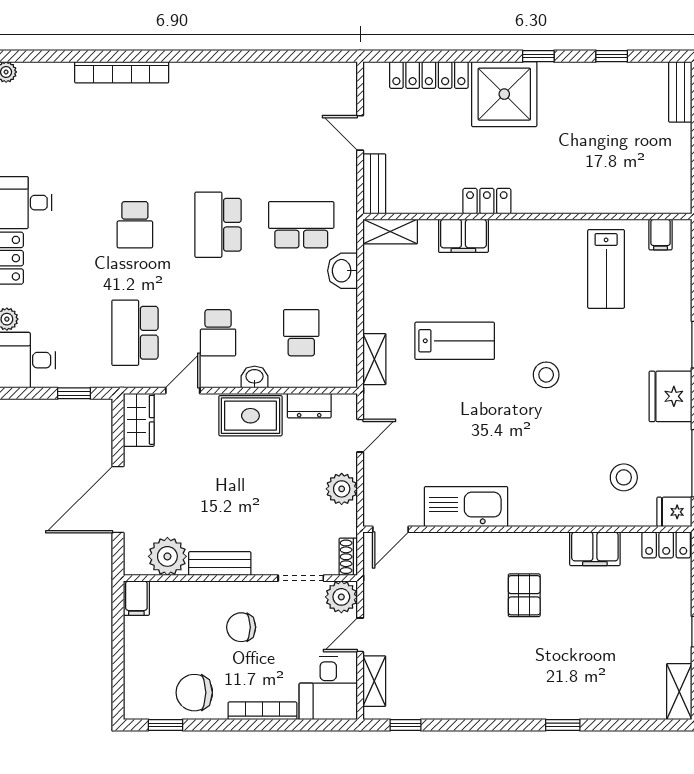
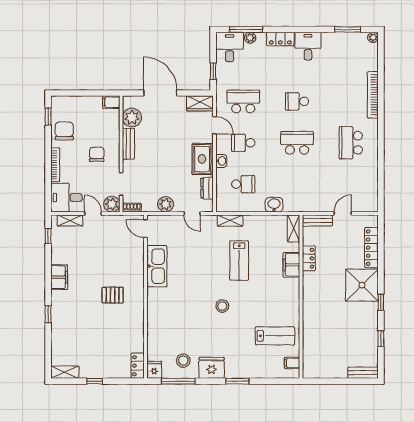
locker: (487, 201) -> (309, 258), moved
school desk: (301, 225) -> (351, 143), moved, turned 180
lab bench: (606, 269) -> (275, 336), turned 180
stool: (624, 477) -> (183, 361), moved
filing cabinet: (595, 549) -> (59, 277), moved, turned 180

